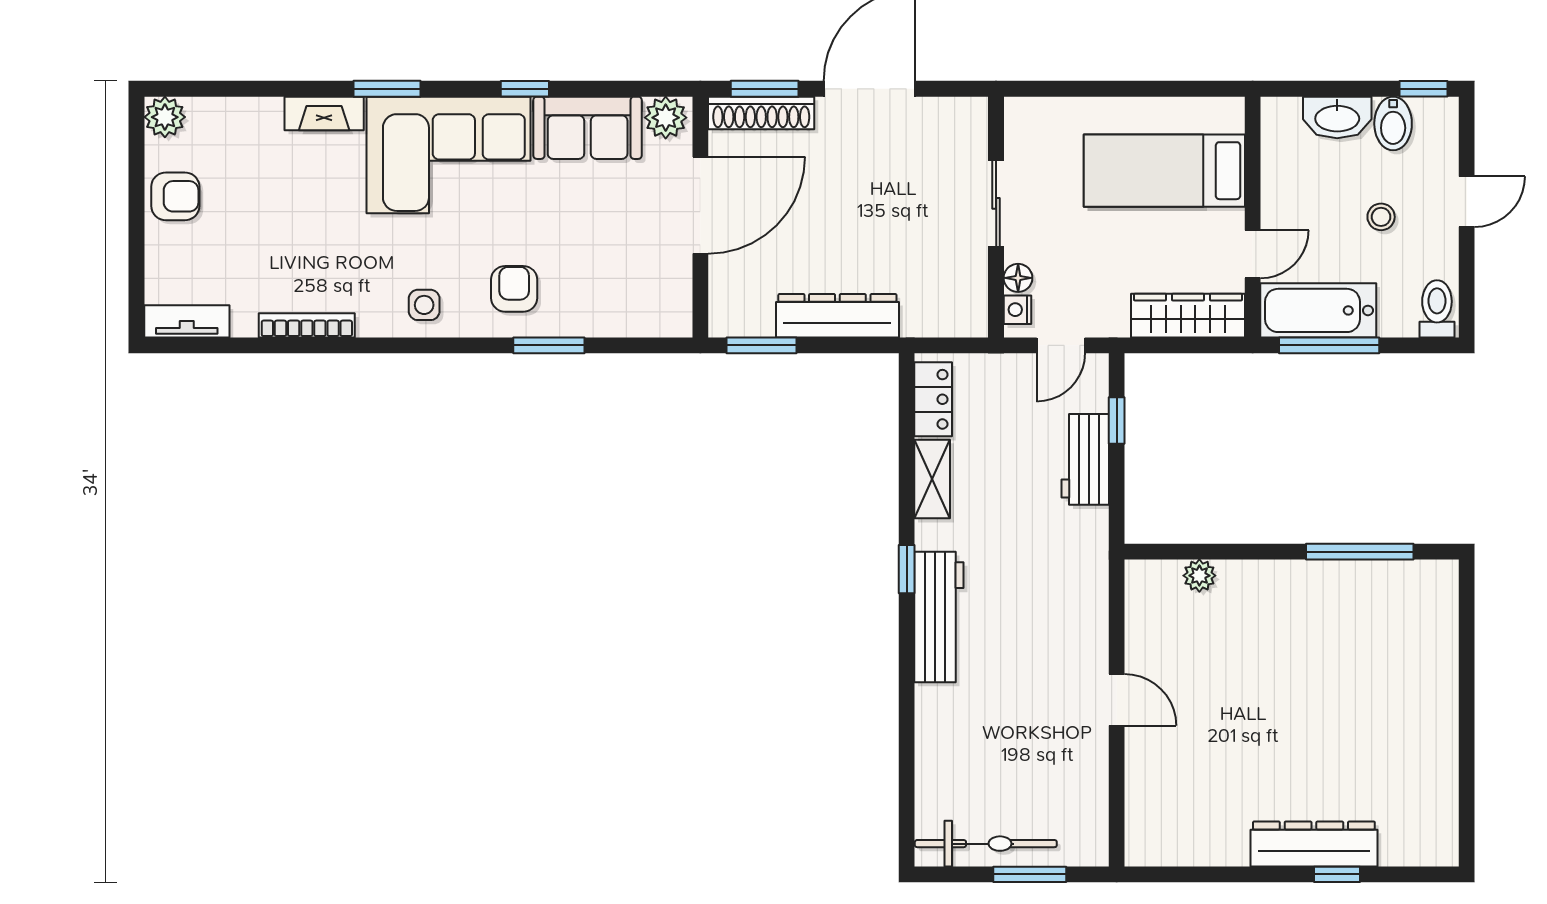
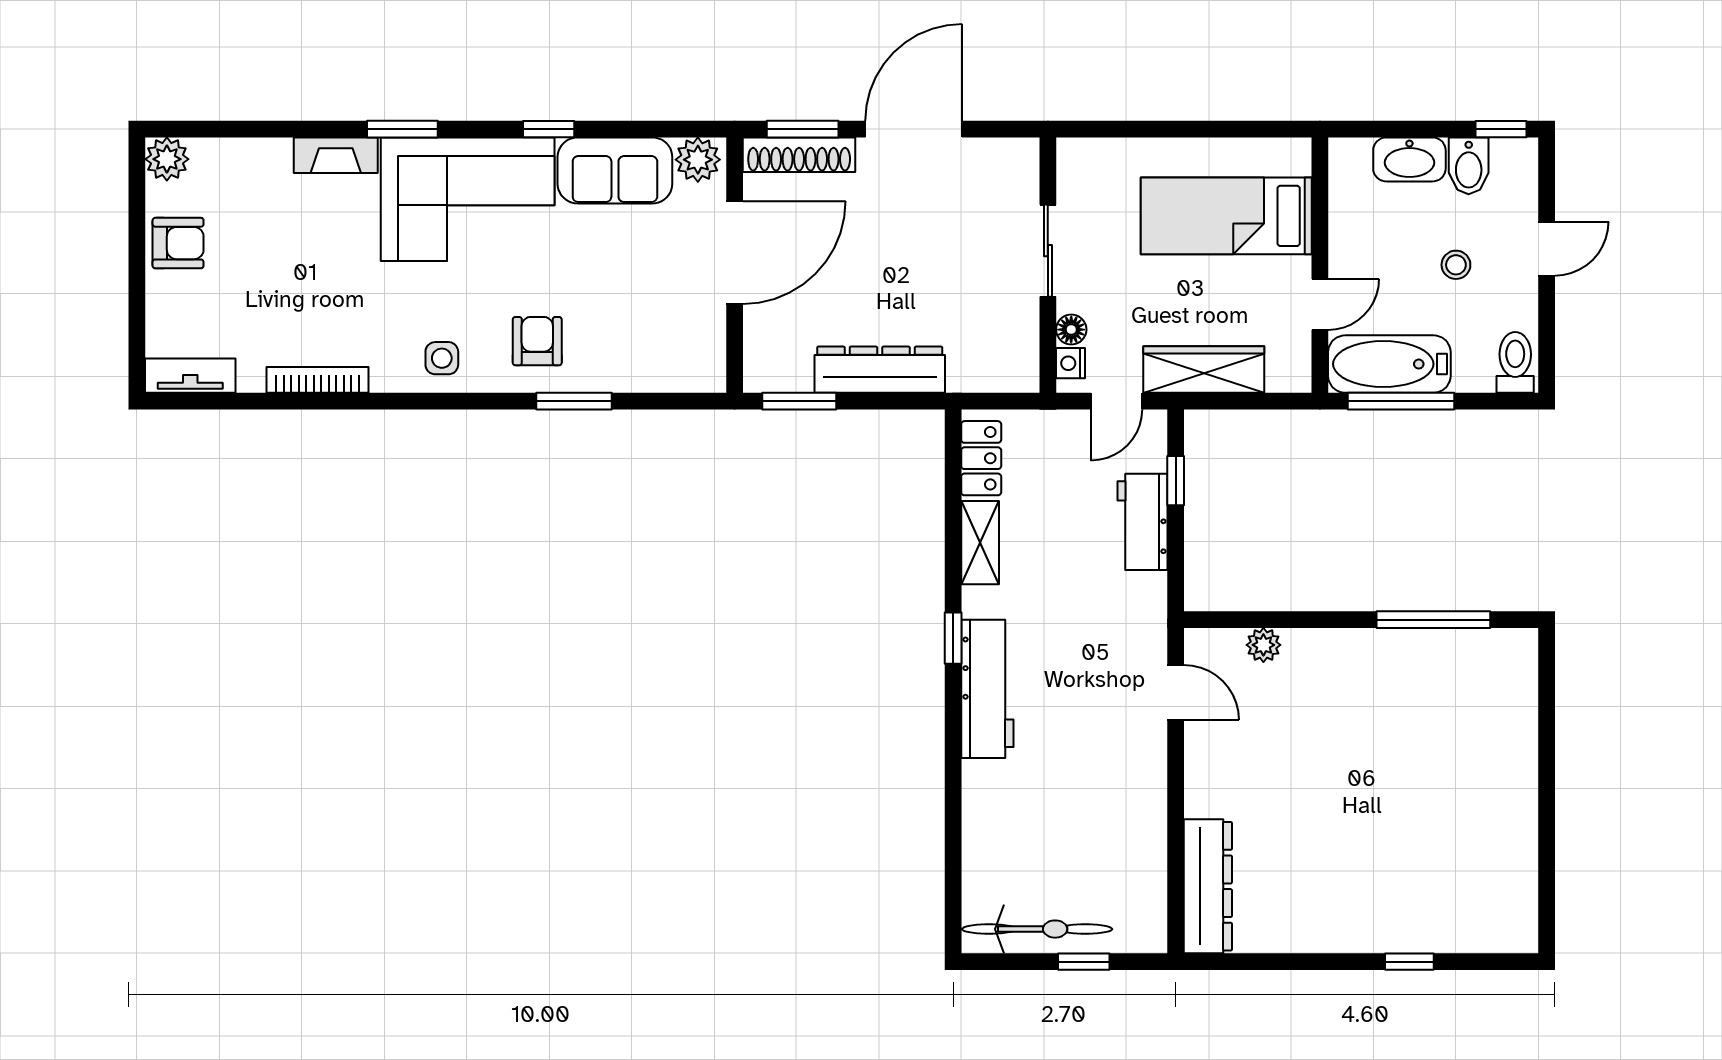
wardrobe: (1188, 316) -> (1204, 370), moved
door: (1117, 700) -> (1176, 692), moved
dresser: (1314, 844) -> (1208, 886), moved, turned 90
window: (1030, 874) -> (1084, 962), width x0.67

